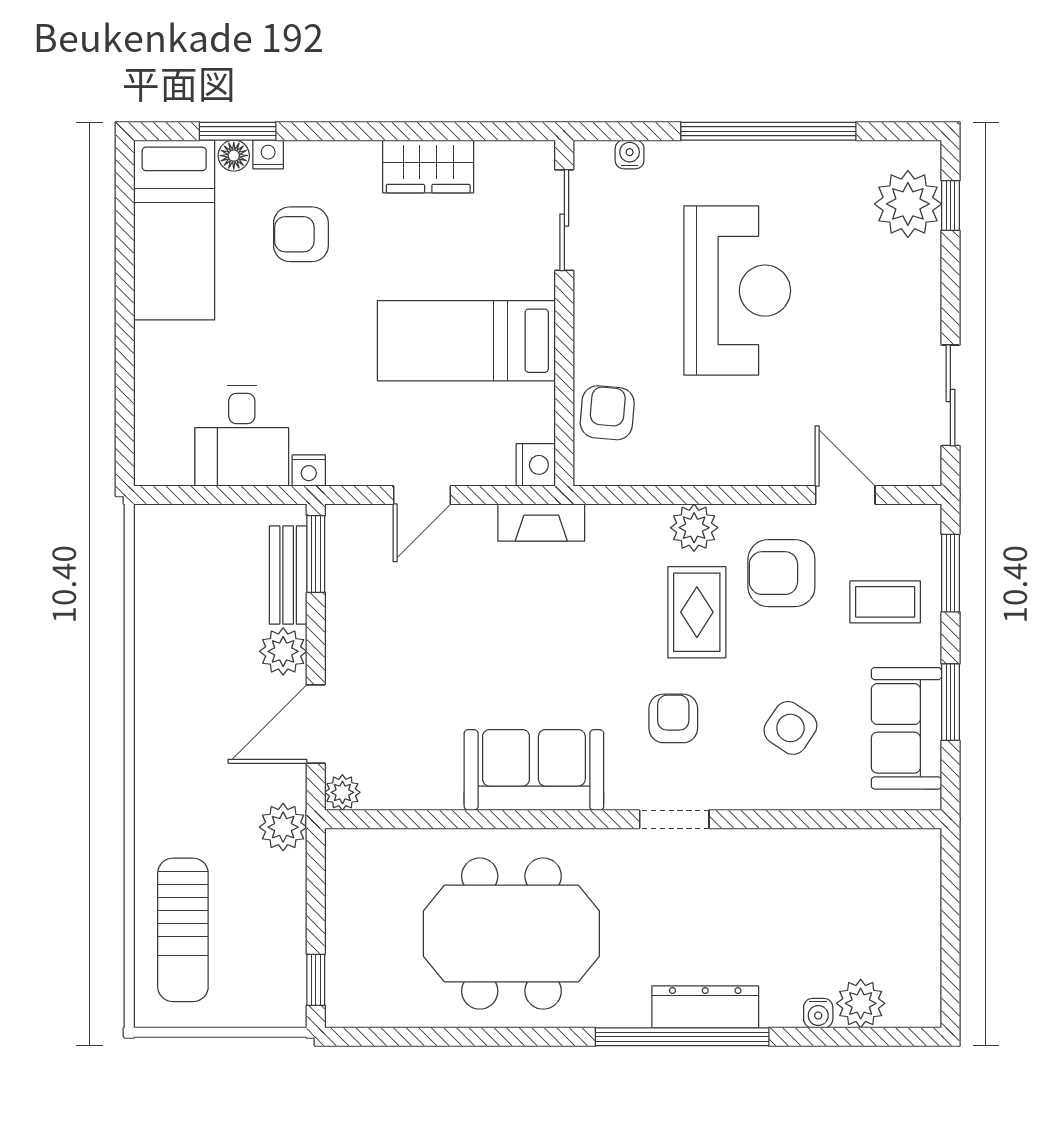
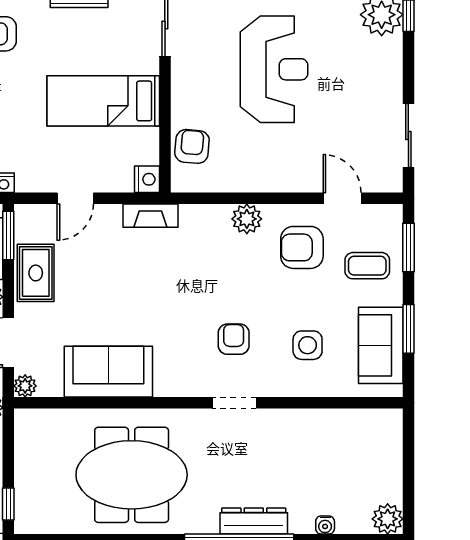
rug: (697, 612) -> (36, 273), moved
side table: (790, 728) -> (308, 345), turned -34
sofa: (534, 770) -> (108, 372), moved
plant: (861, 1003) -> (388, 519), moved

